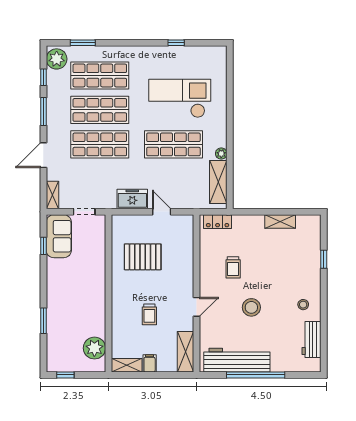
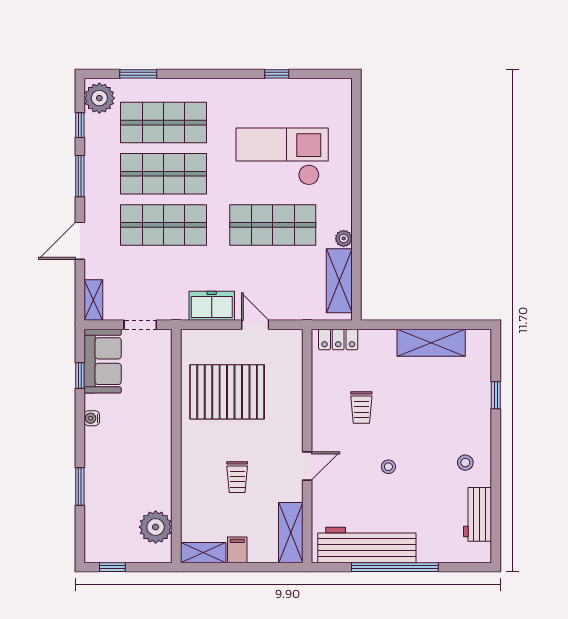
shelving: (280, 221) -> (431, 343), width x1.50, depth x1.33
pallet: (143, 257) -> (227, 392), width x1.37, depth x1.41
water cooler: (51, 275) -> (92, 418), added
stool: (251, 307) -> (388, 467), width x0.53, depth x0.53

